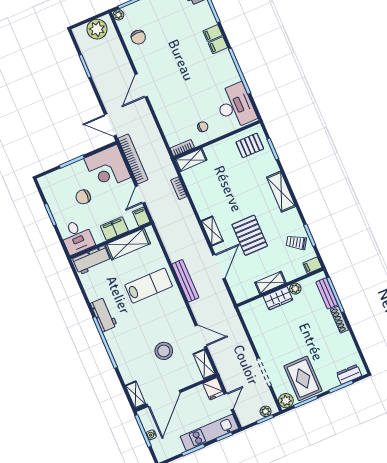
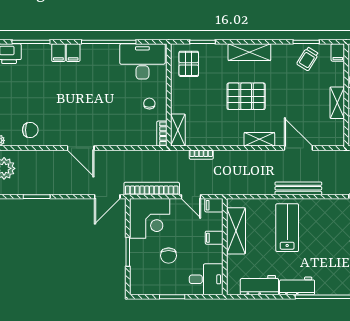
filing cabinet: (114, 228) -> (214, 238), width x0.50
pallet: (250, 235) -> (246, 96), moved
workbench: (92, 260) -> (259, 285), moved, turned -90

